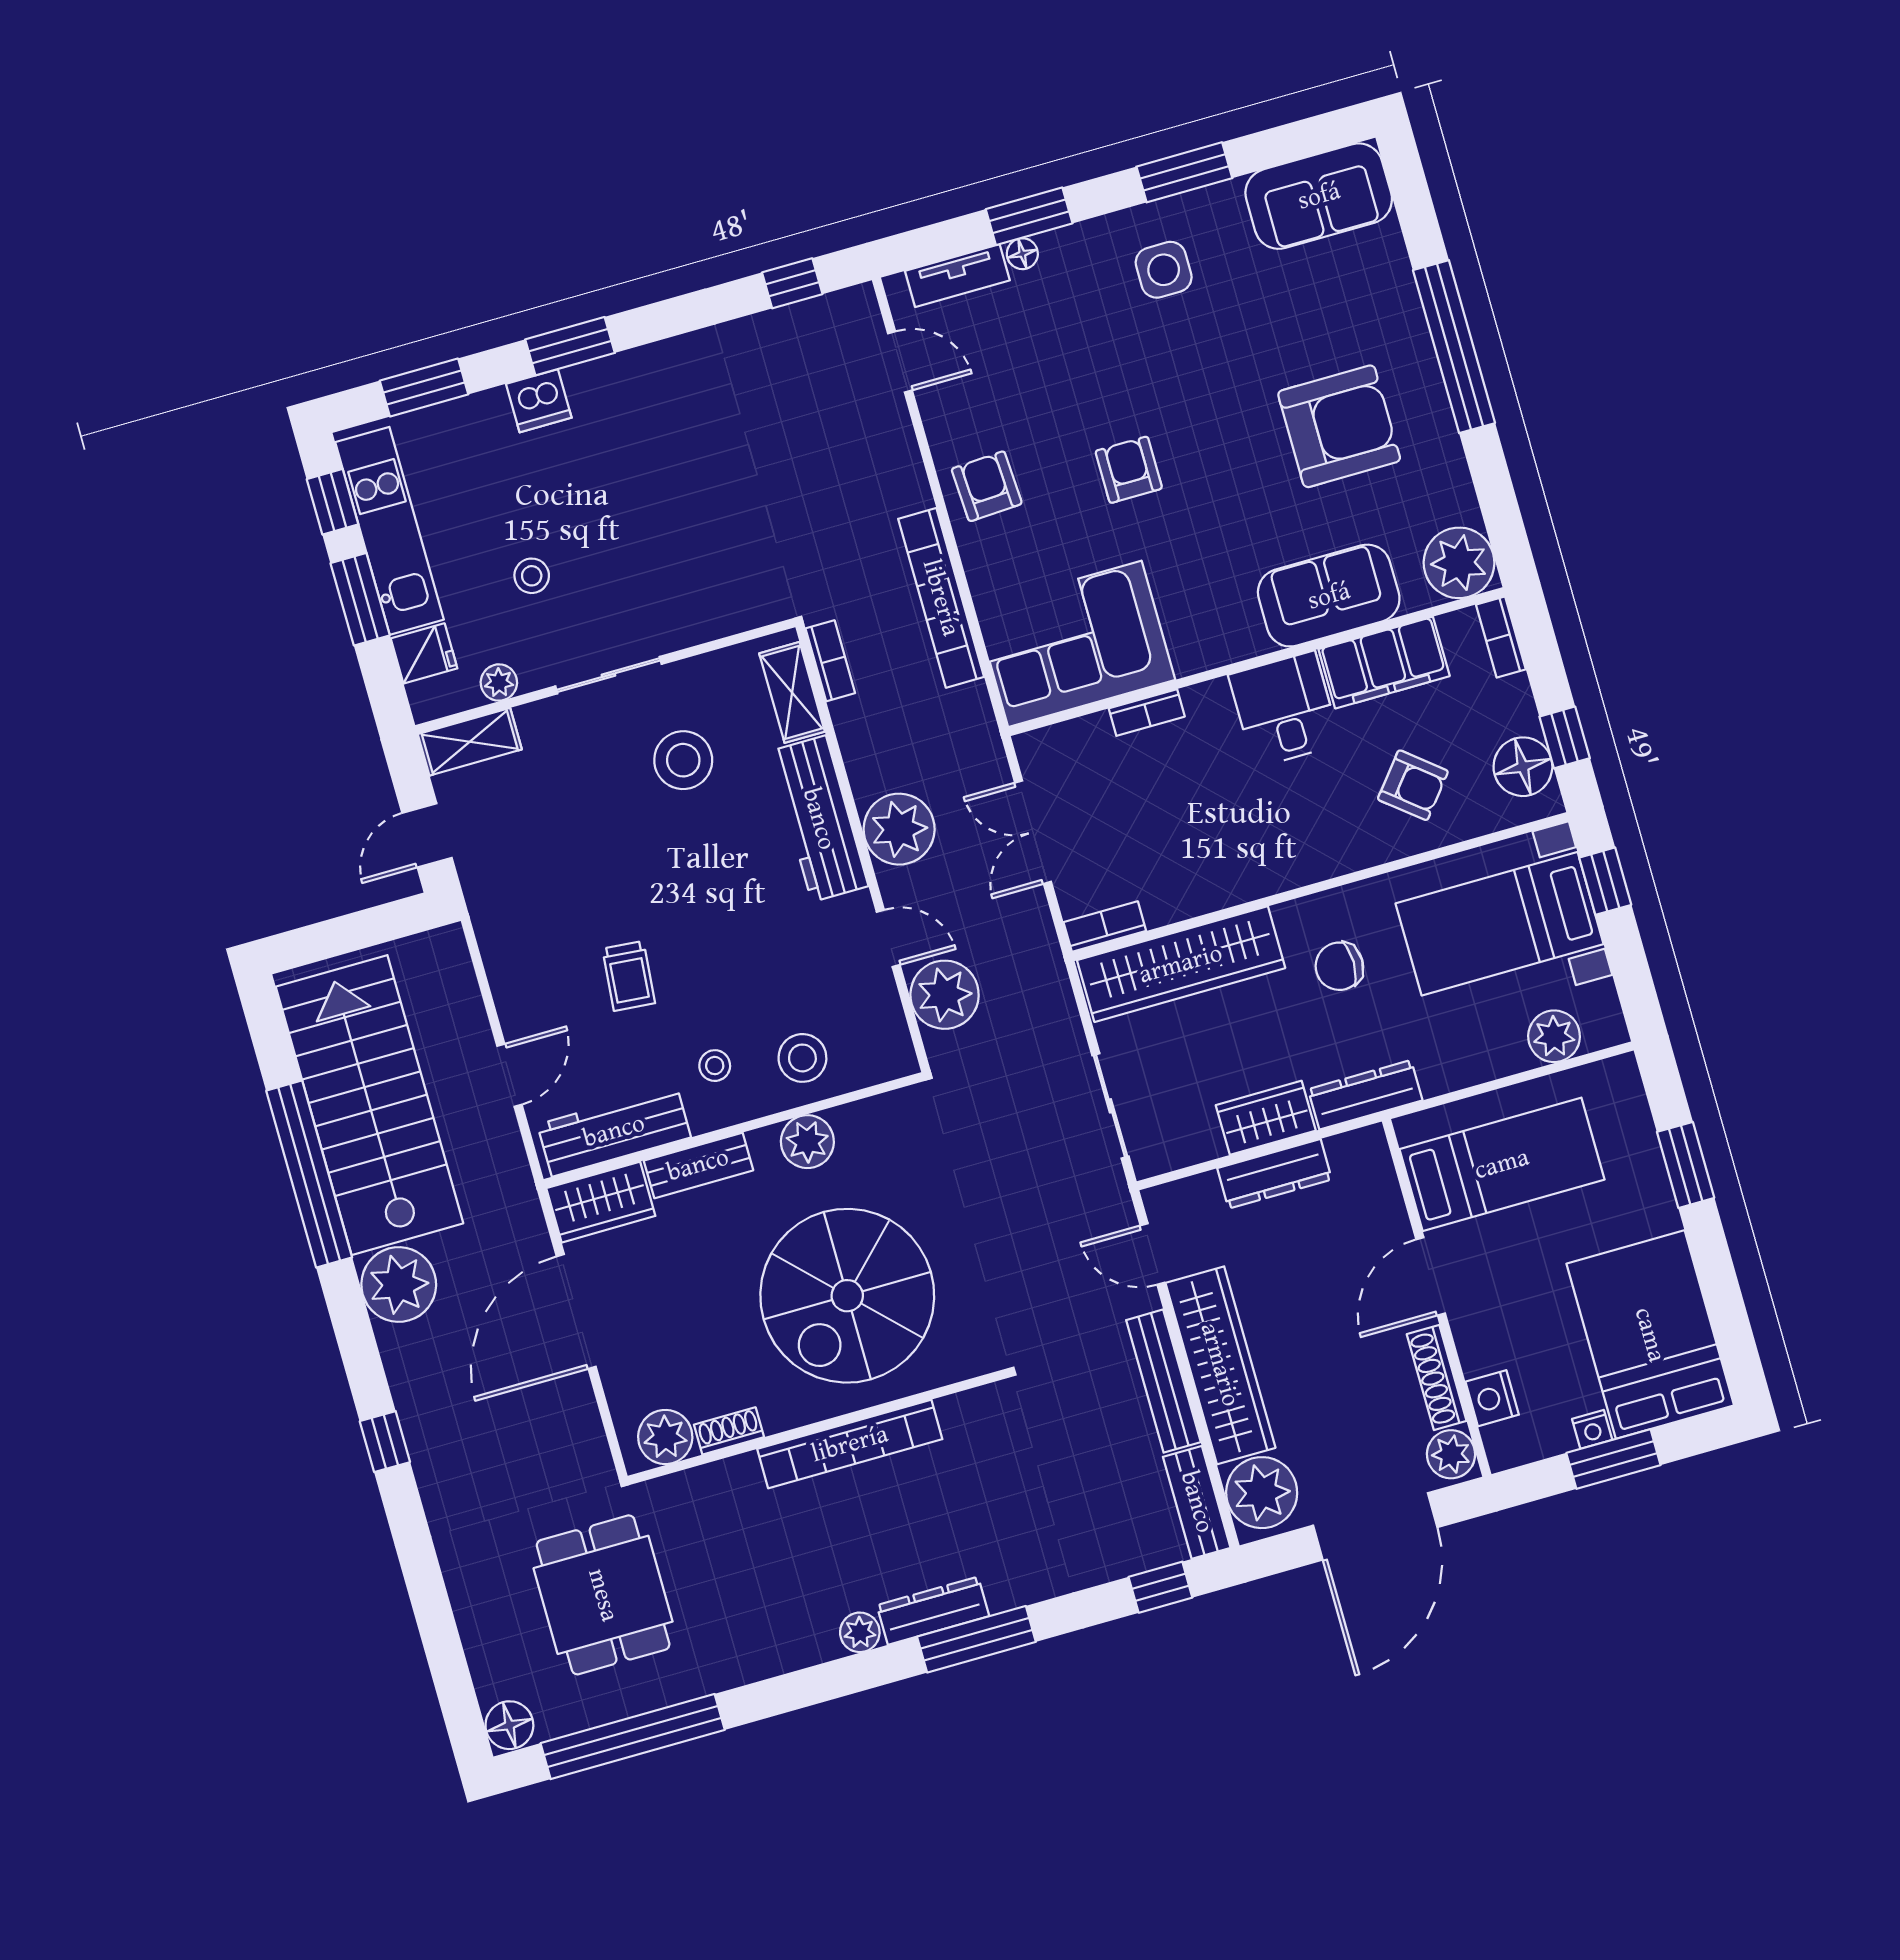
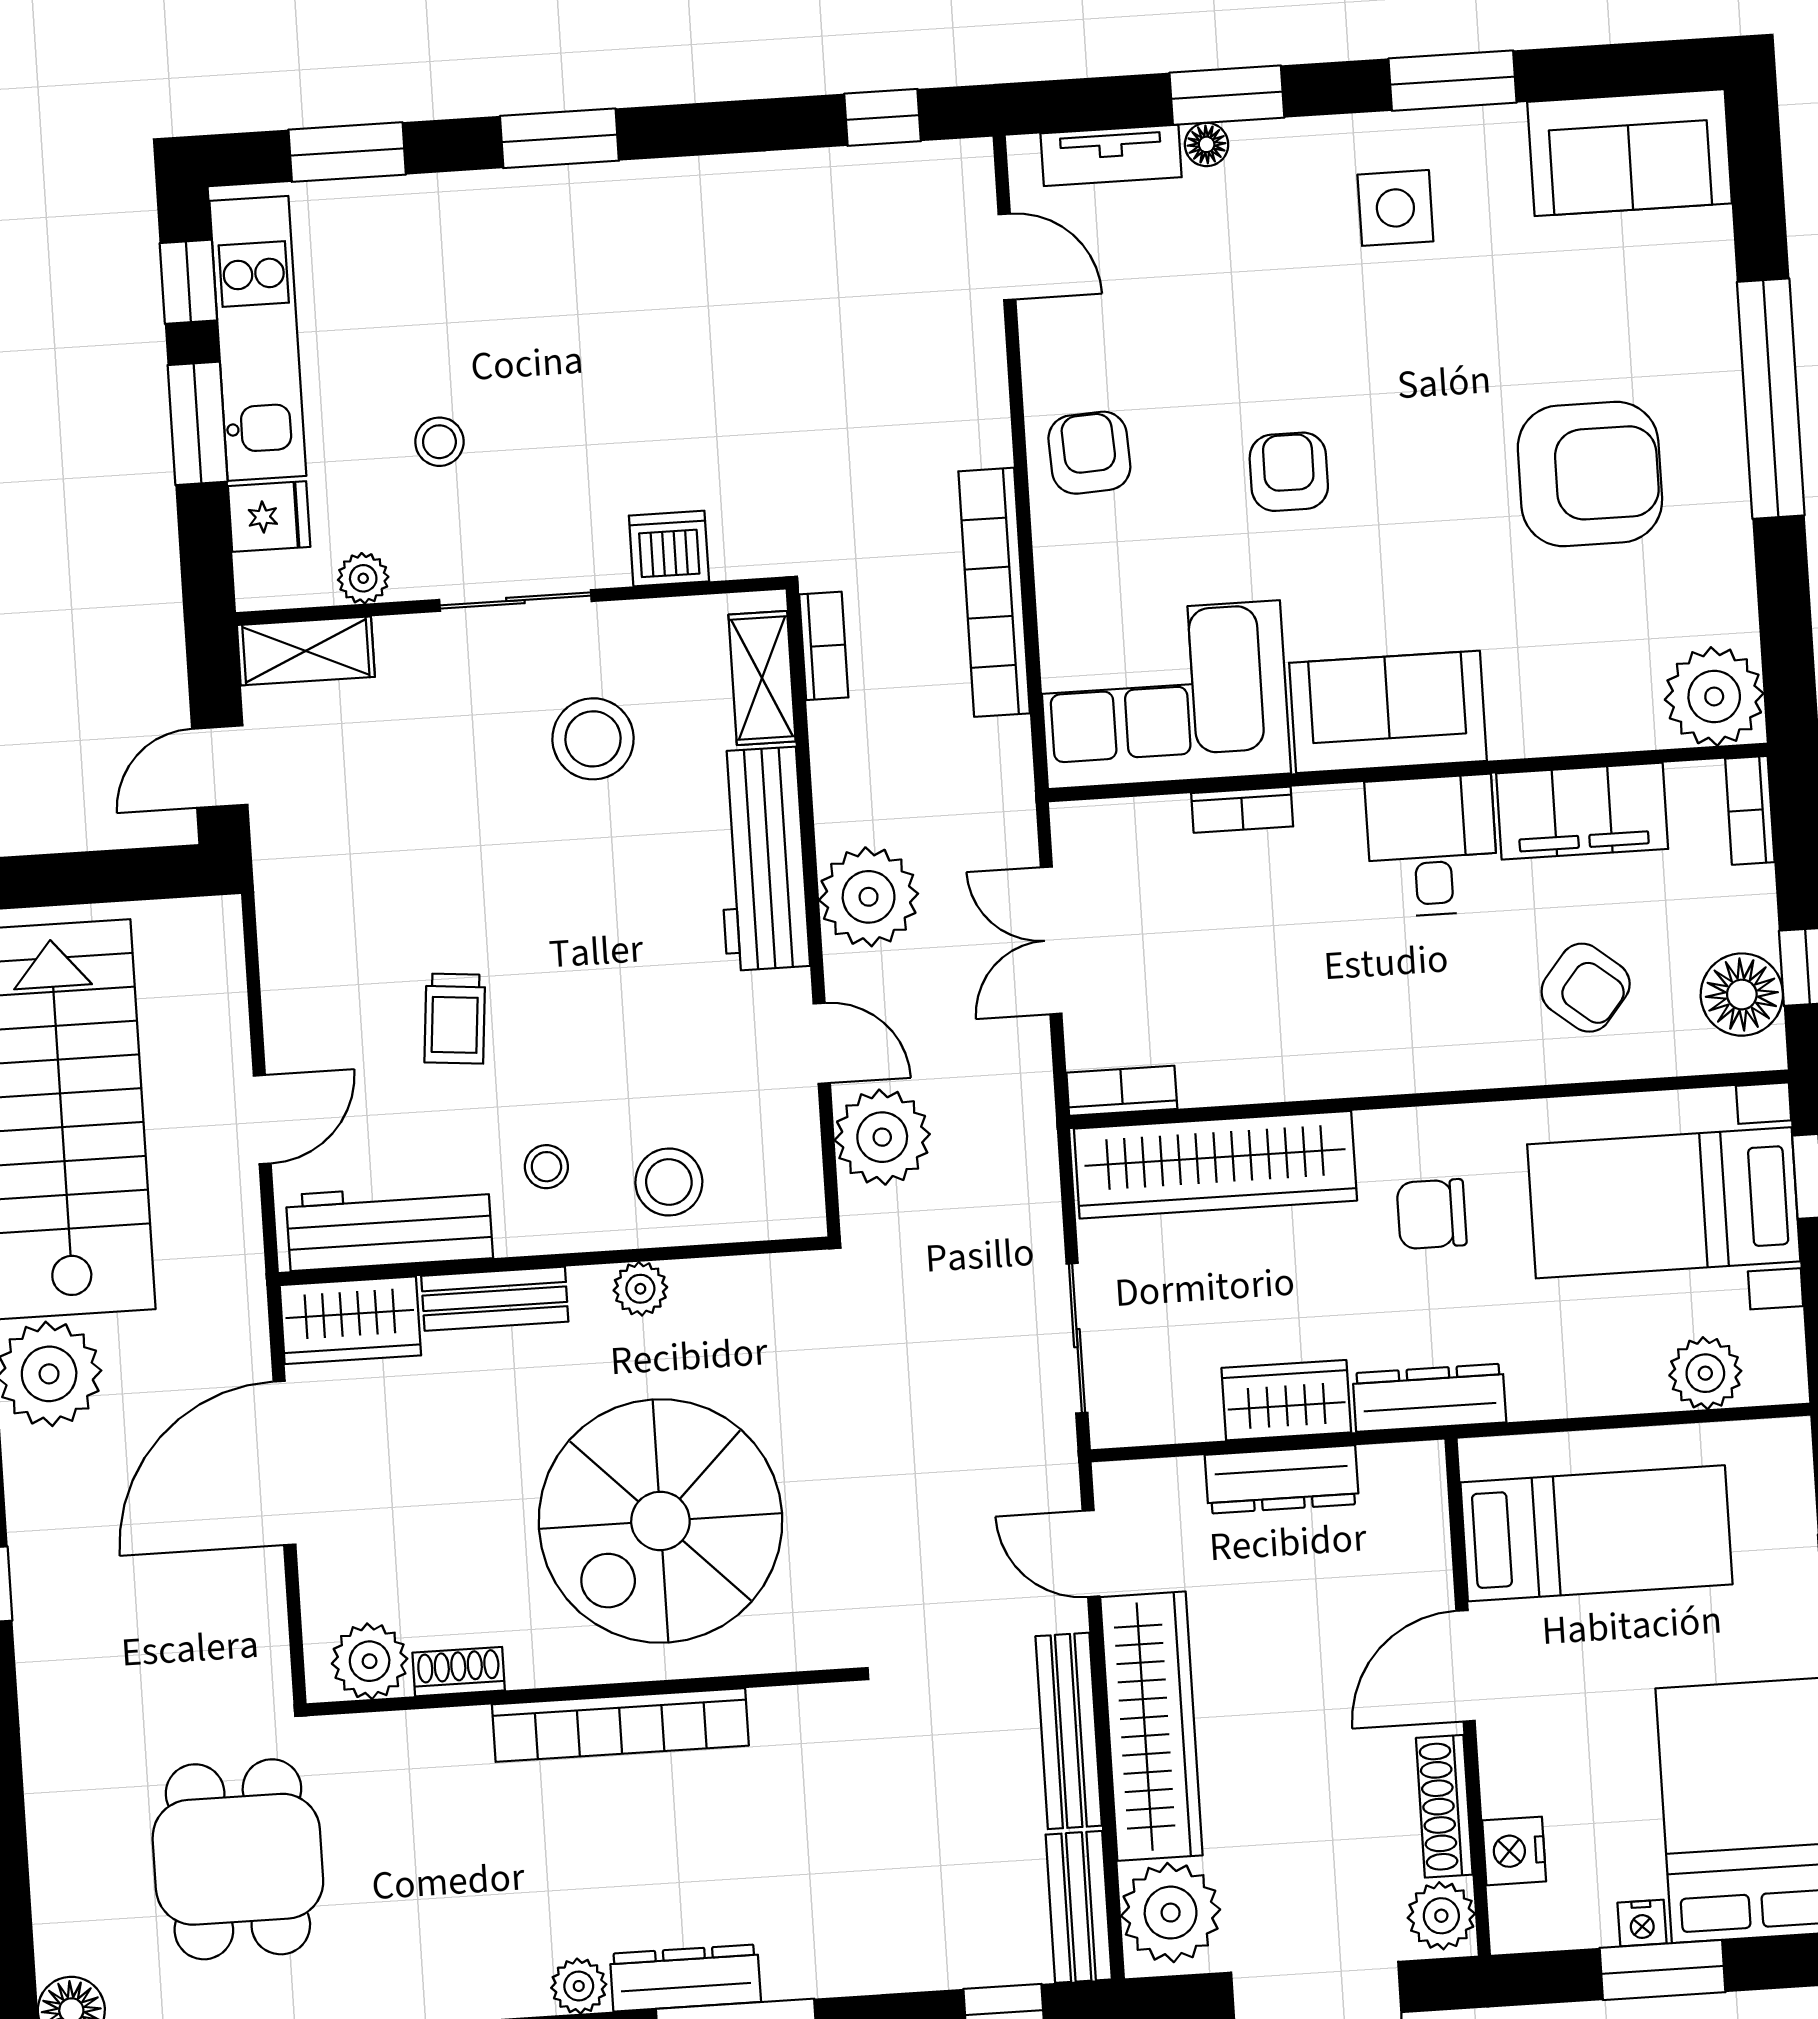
dishwasher: (539, 401) -> (669, 549), moved, turned 180
sofa: (1329, 596) -> (1388, 712), moved
plant: (807, 1142) -> (640, 1289), width x0.73, depth x0.73

